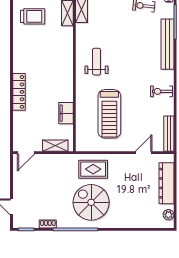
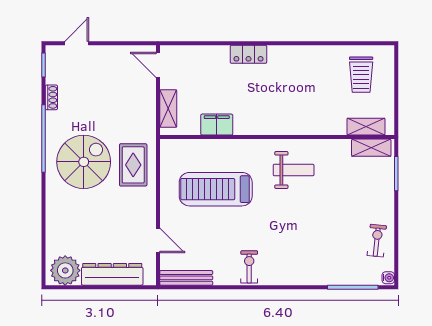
bench: (168, 44) -> (320, 276), removed
locker: (19, 92) -> (248, 54), width x0.66
plant: (168, 215) -> (65, 270), width x1.88, depth x1.88

